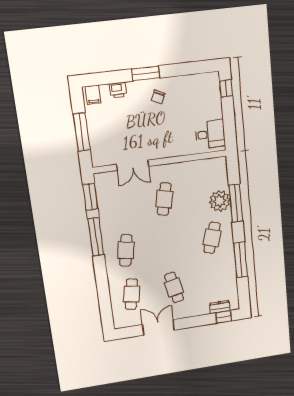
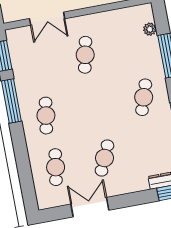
plant: (220, 201) -> (150, 29), moved, width x0.53, depth x0.53
cafe table: (174, 287) -> (104, 158), turned 36

